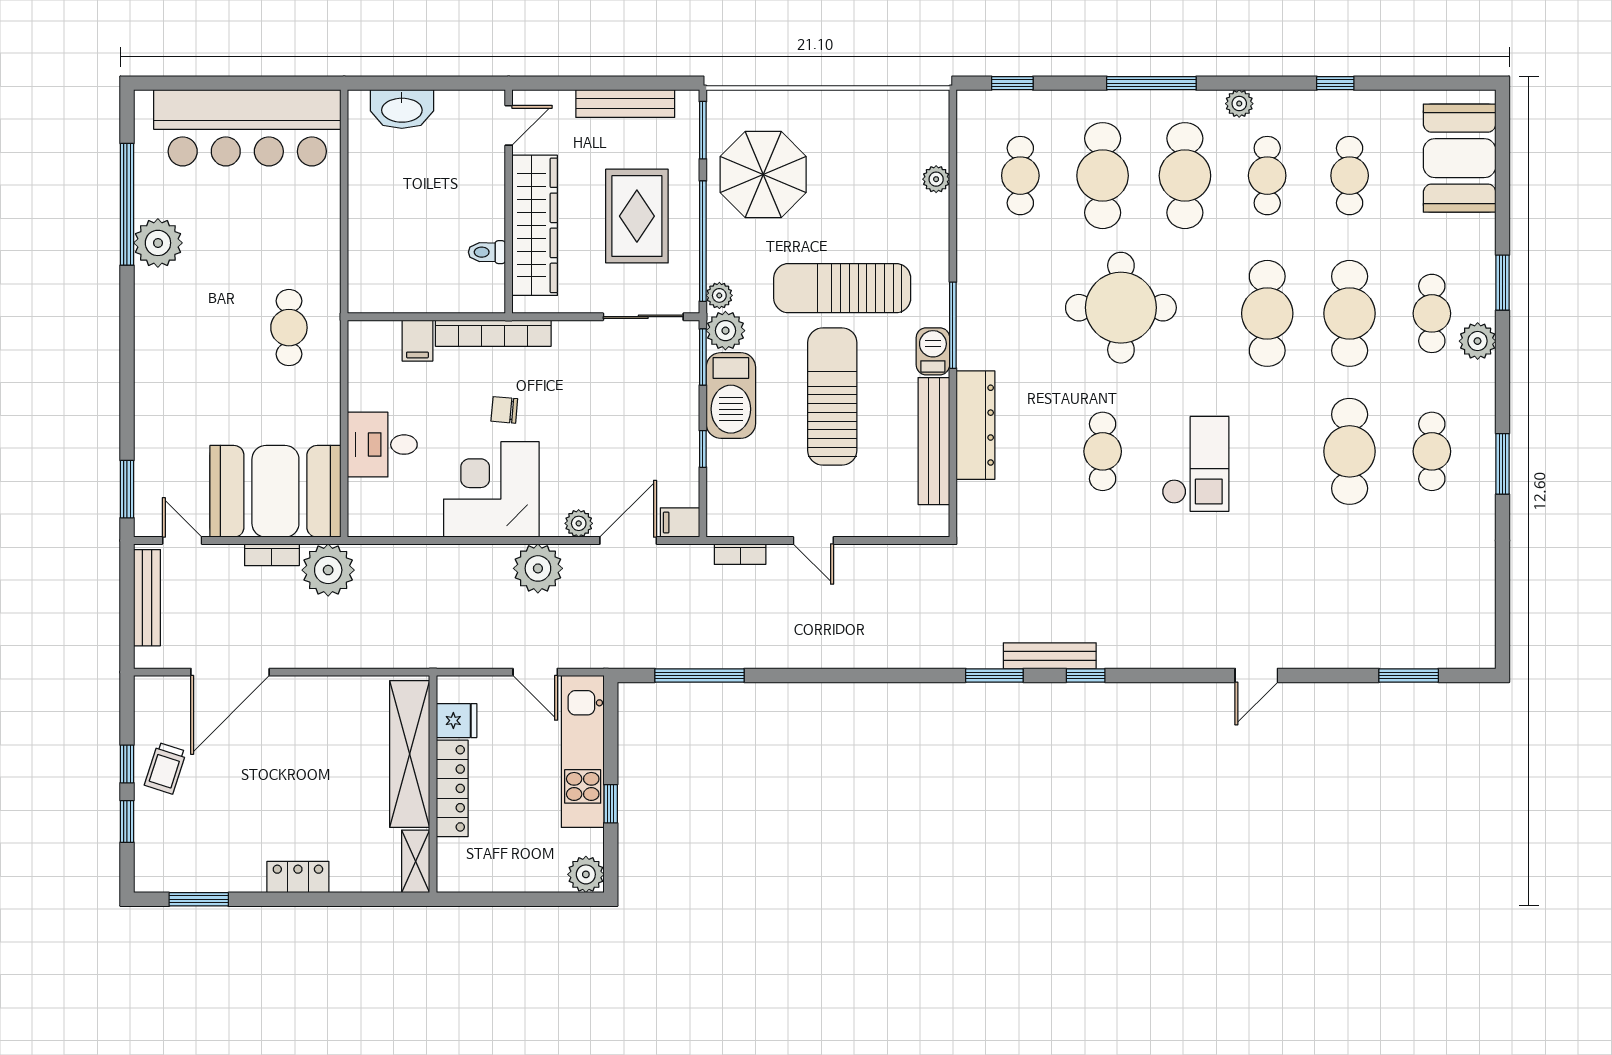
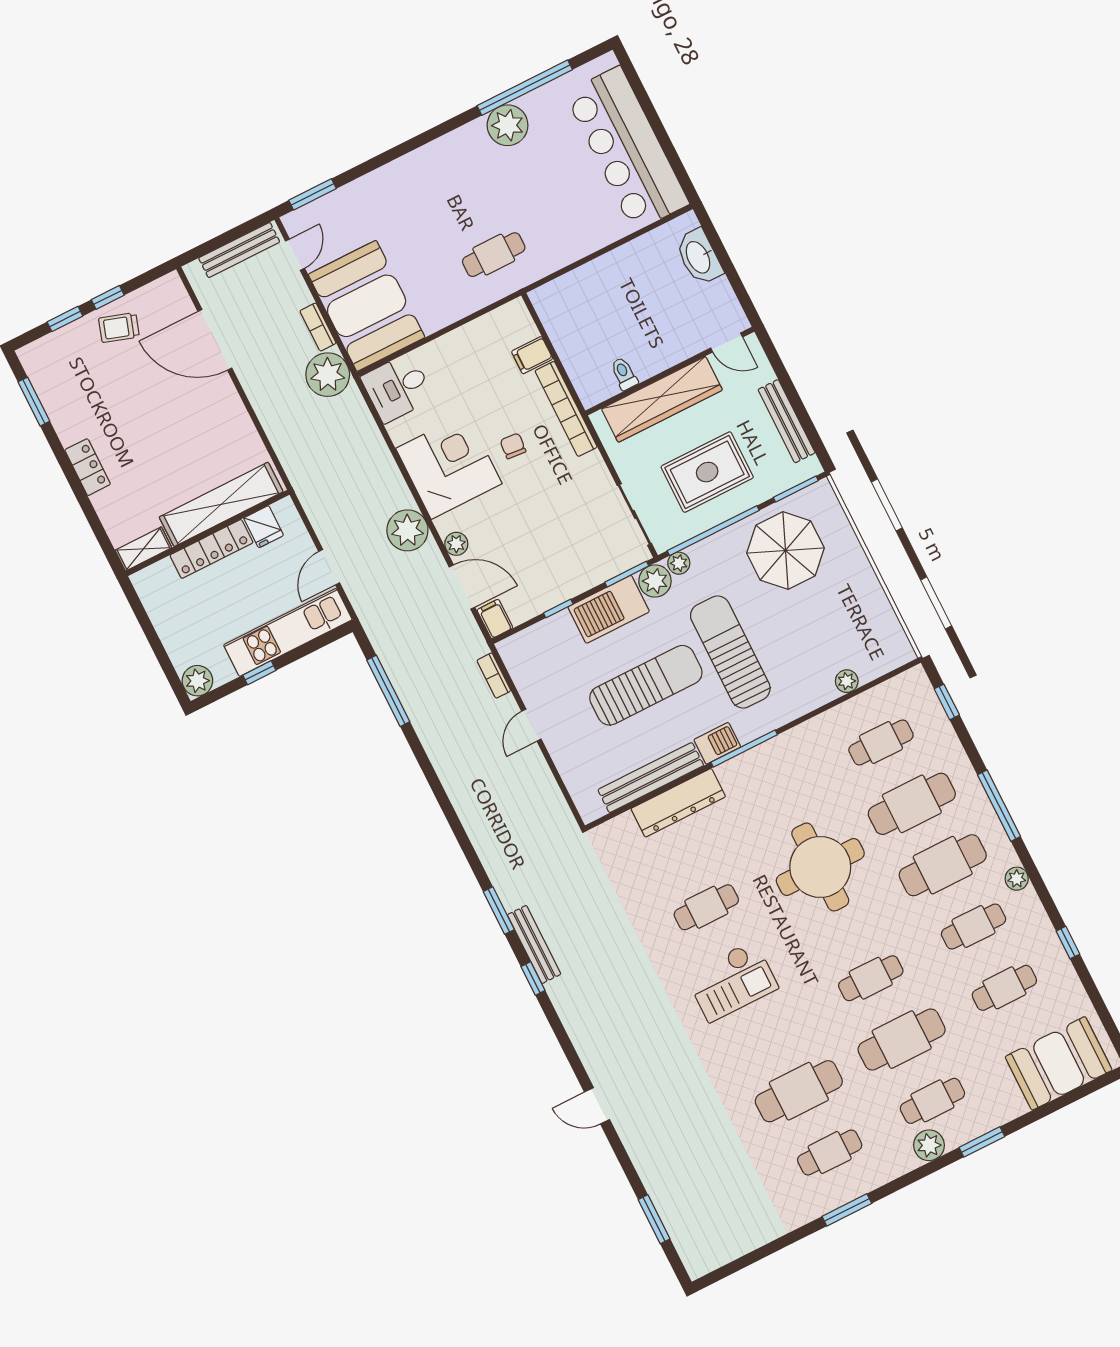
cafe table: (1267, 313) -> (871, 978), width x0.73, depth x0.74
desk: (382, 445) -> (397, 388), moved, turned -90

